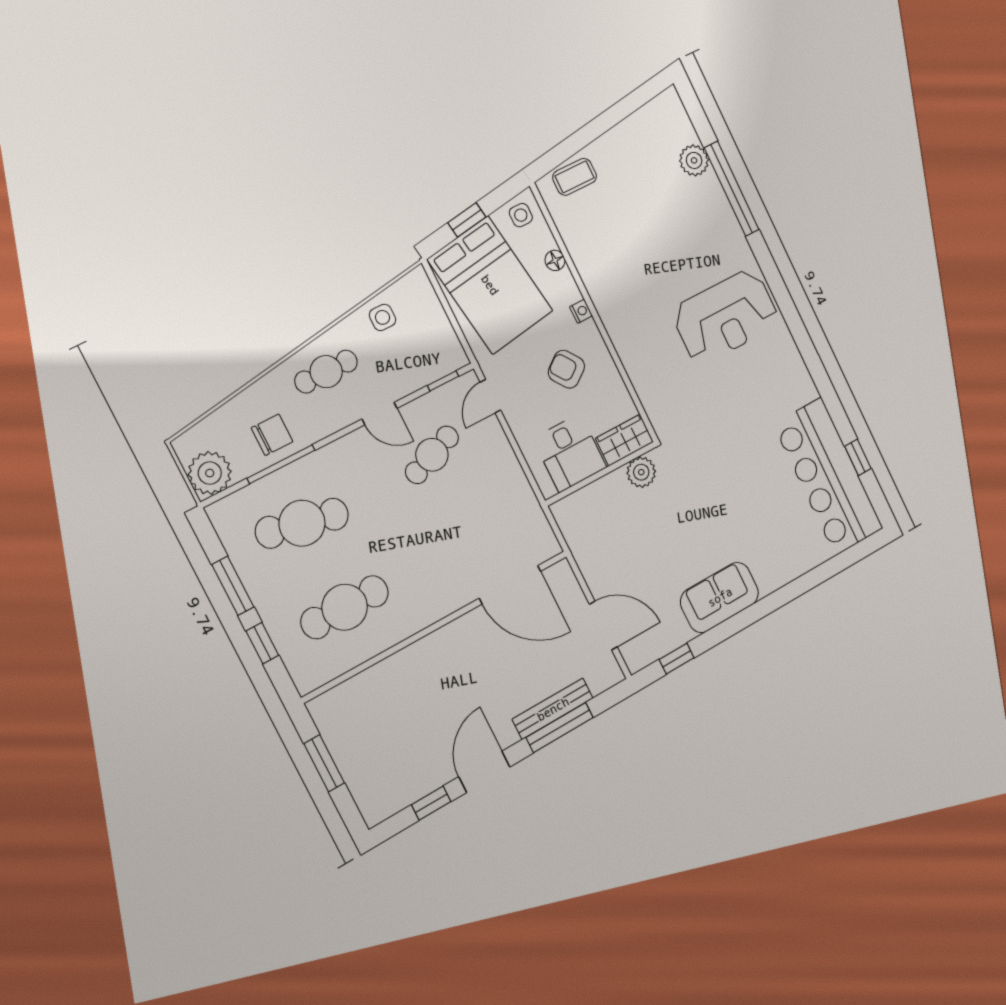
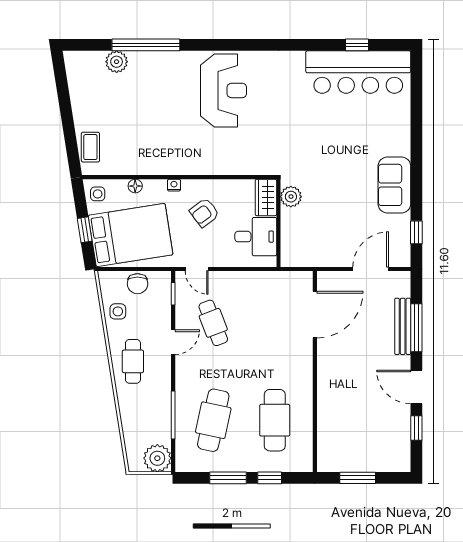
chair: (272, 435) -> (138, 284), moved, turned 180

